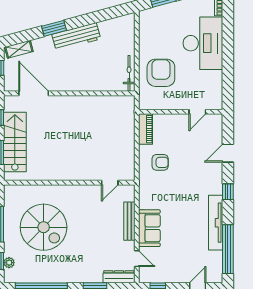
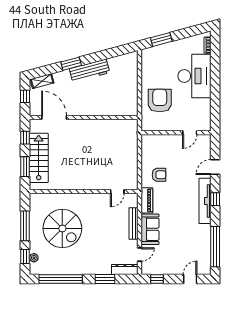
bicycle: (129, 73) -> (133, 101), removed
piano: (146, 129) -> (147, 200), moved
tv unit: (216, 223) -> (205, 201), moved
door: (137, 259) -> (140, 254), hinge flipped

